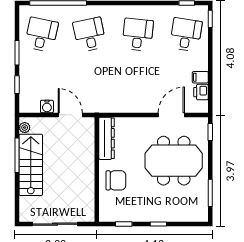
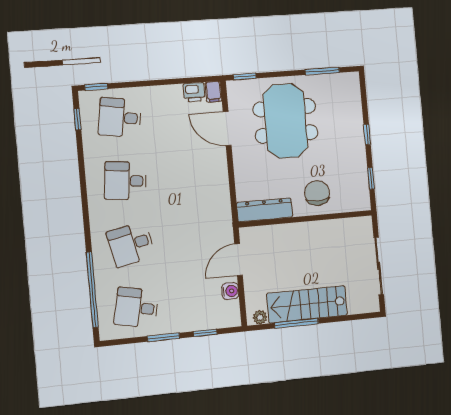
filing cabinet: (200, 77) -> (213, 92), moved

